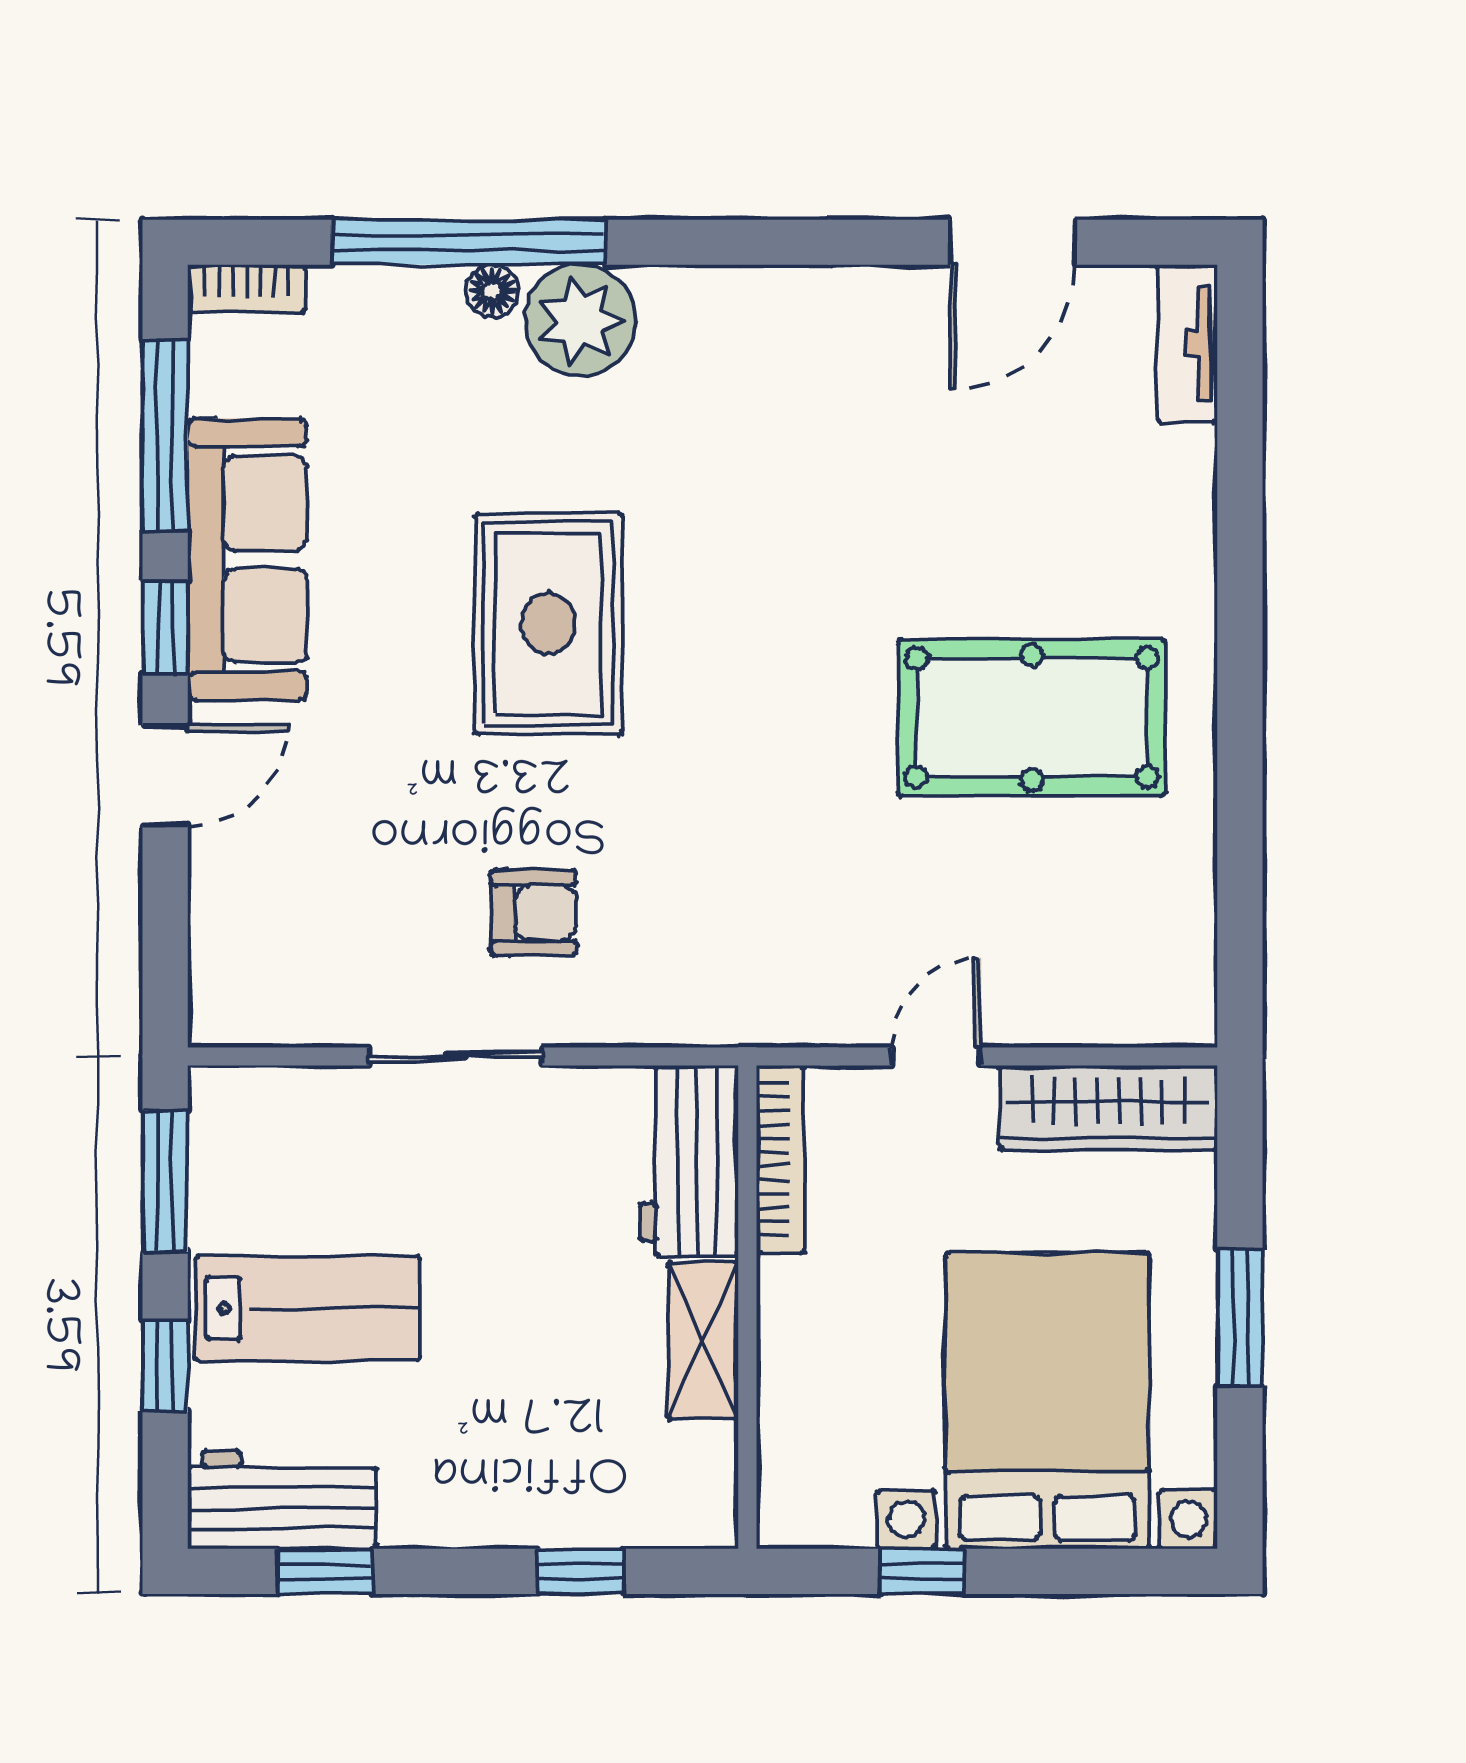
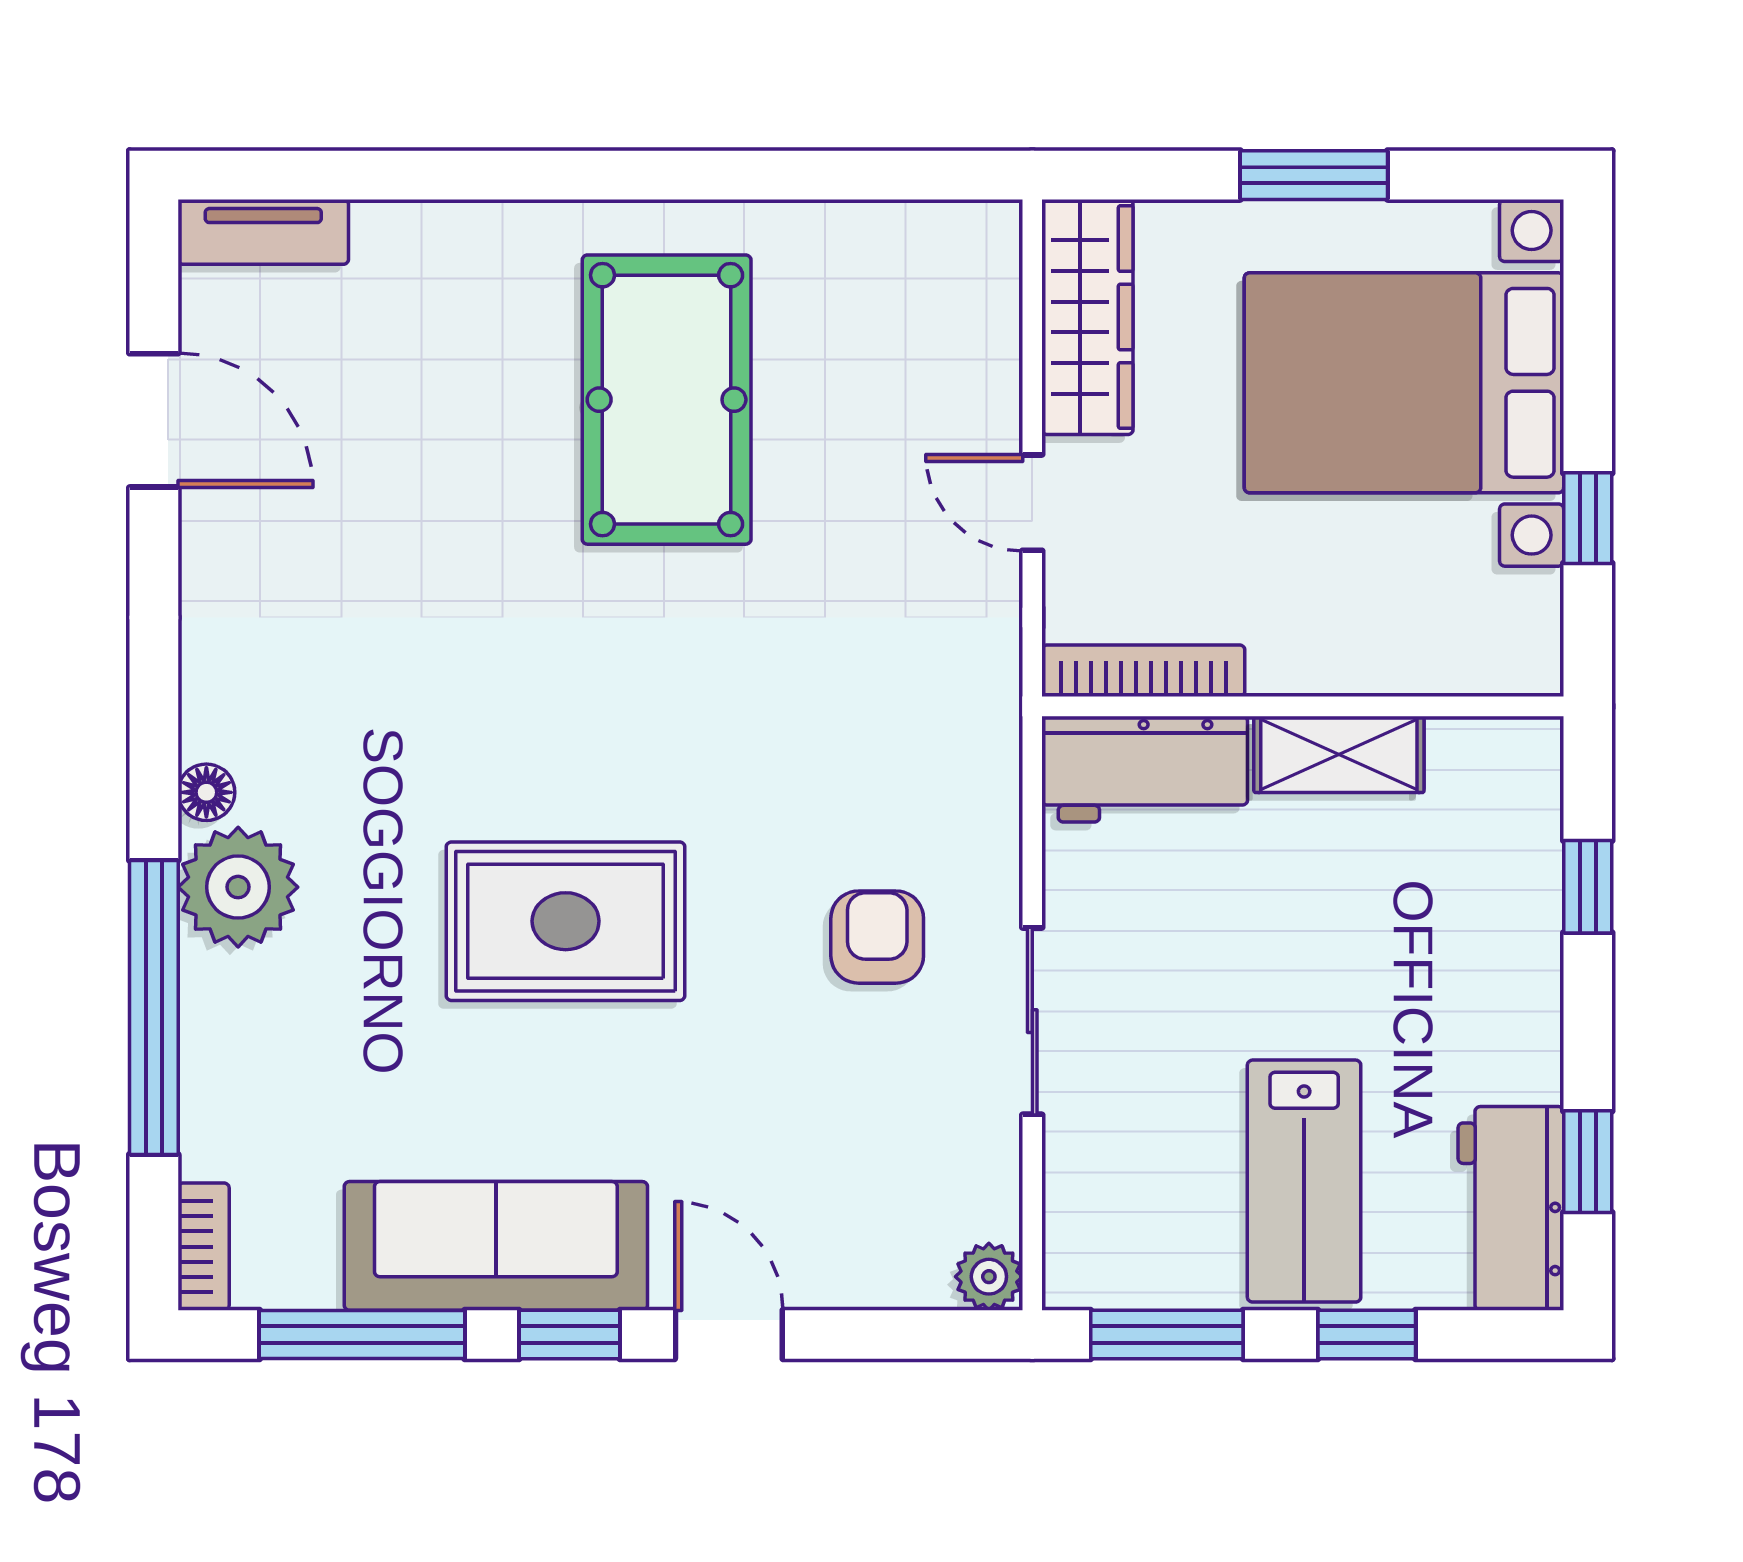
floor lamp: (492, 291) -> (206, 792), moved
plant: (219, 1016) -> (989, 1277), added
lab bench: (307, 1308) -> (1304, 1181), turned 180

